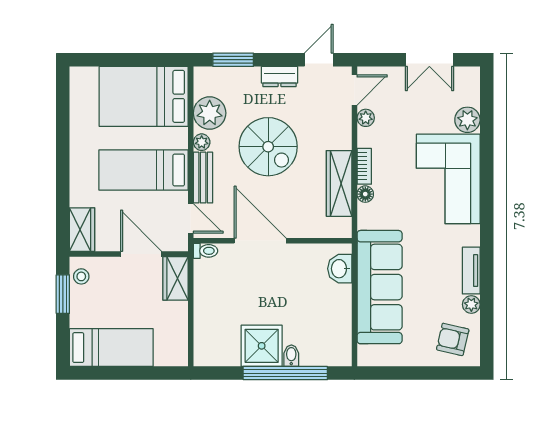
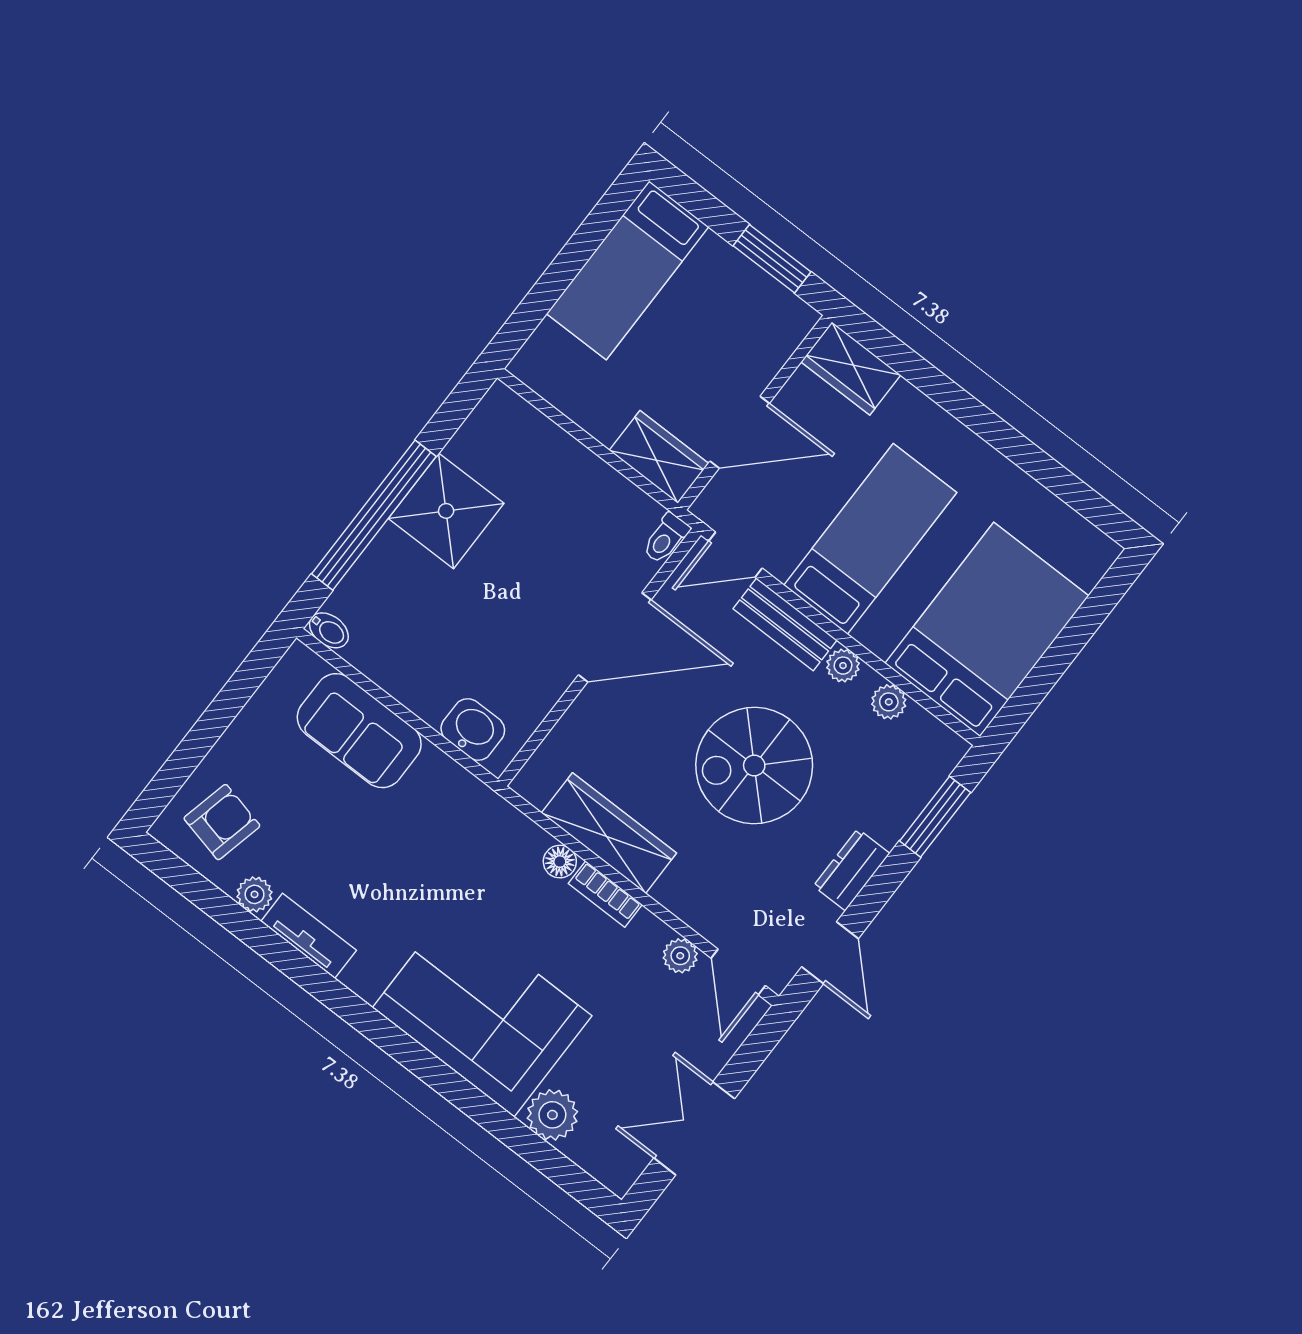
plant: (210, 113) -> (889, 702), width x0.53, depth x0.53
stool: (81, 276) -> (777, 310), removed
sofa: (380, 287) -> (359, 731), width x0.54, depth x0.79
bidet: (291, 356) -> (329, 630), moved

